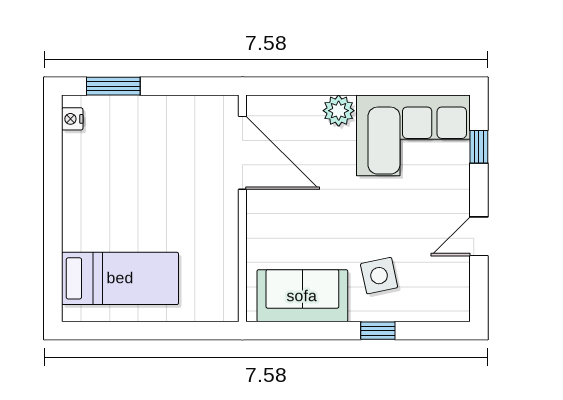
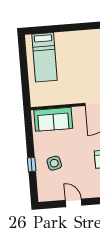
sofa: (302, 296) -> (53, 119), moved, turned 90

